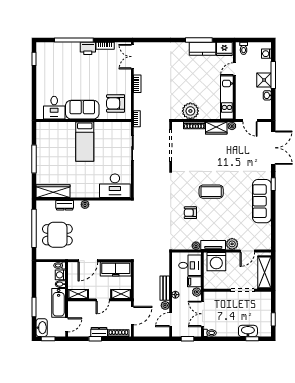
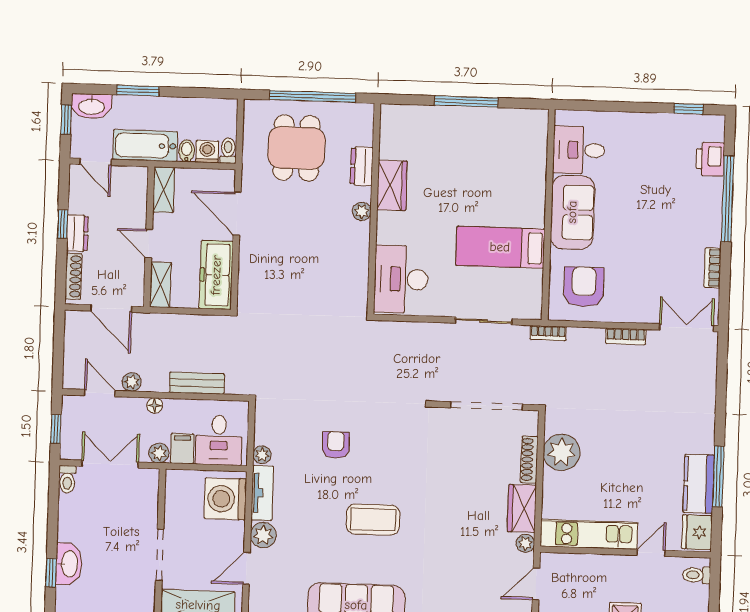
printer: (88, 48) -> (710, 159), moved
door: (234, 69) -> (651, 553), hinge flipped
bed: (85, 142) -> (500, 247), moved
wardrobe: (53, 191) -> (392, 185), moved, width x0.67
coffee table: (211, 192) -> (373, 519), moved, turned 90
door: (247, 251) -> (246, 568), hinge flipped
bench: (165, 288) -> (197, 383), moved

